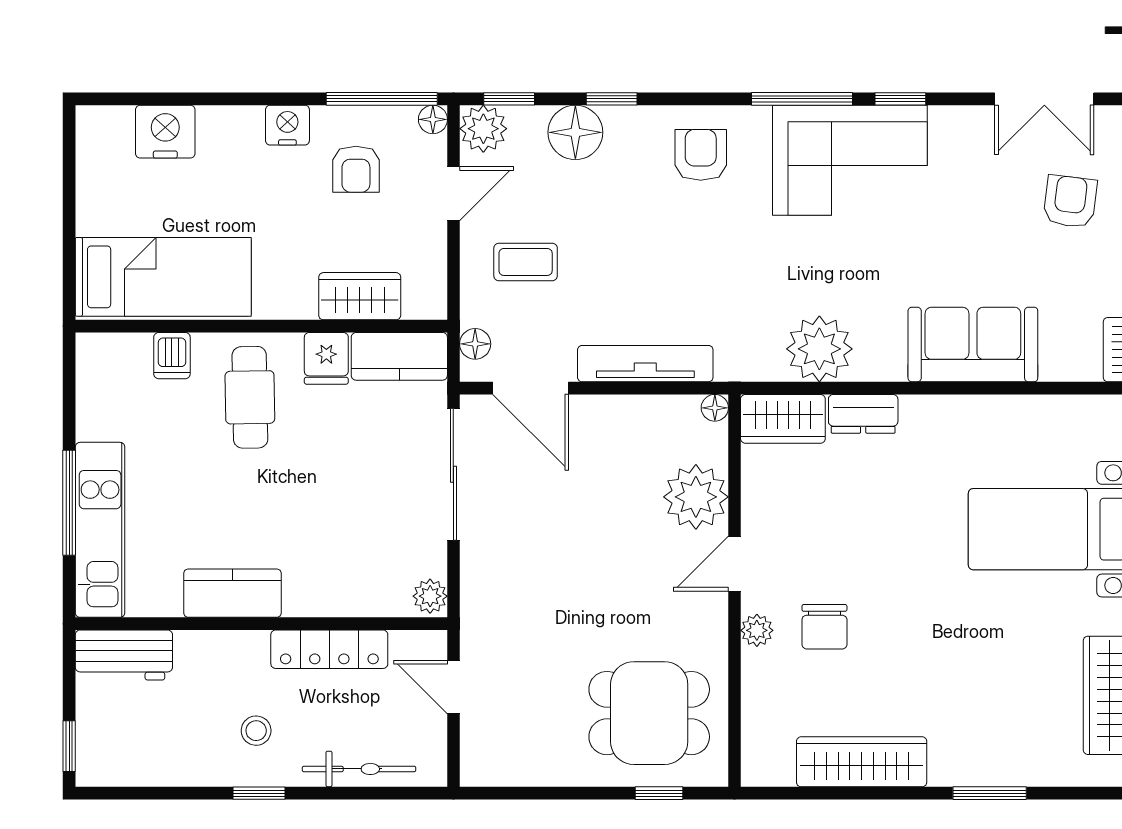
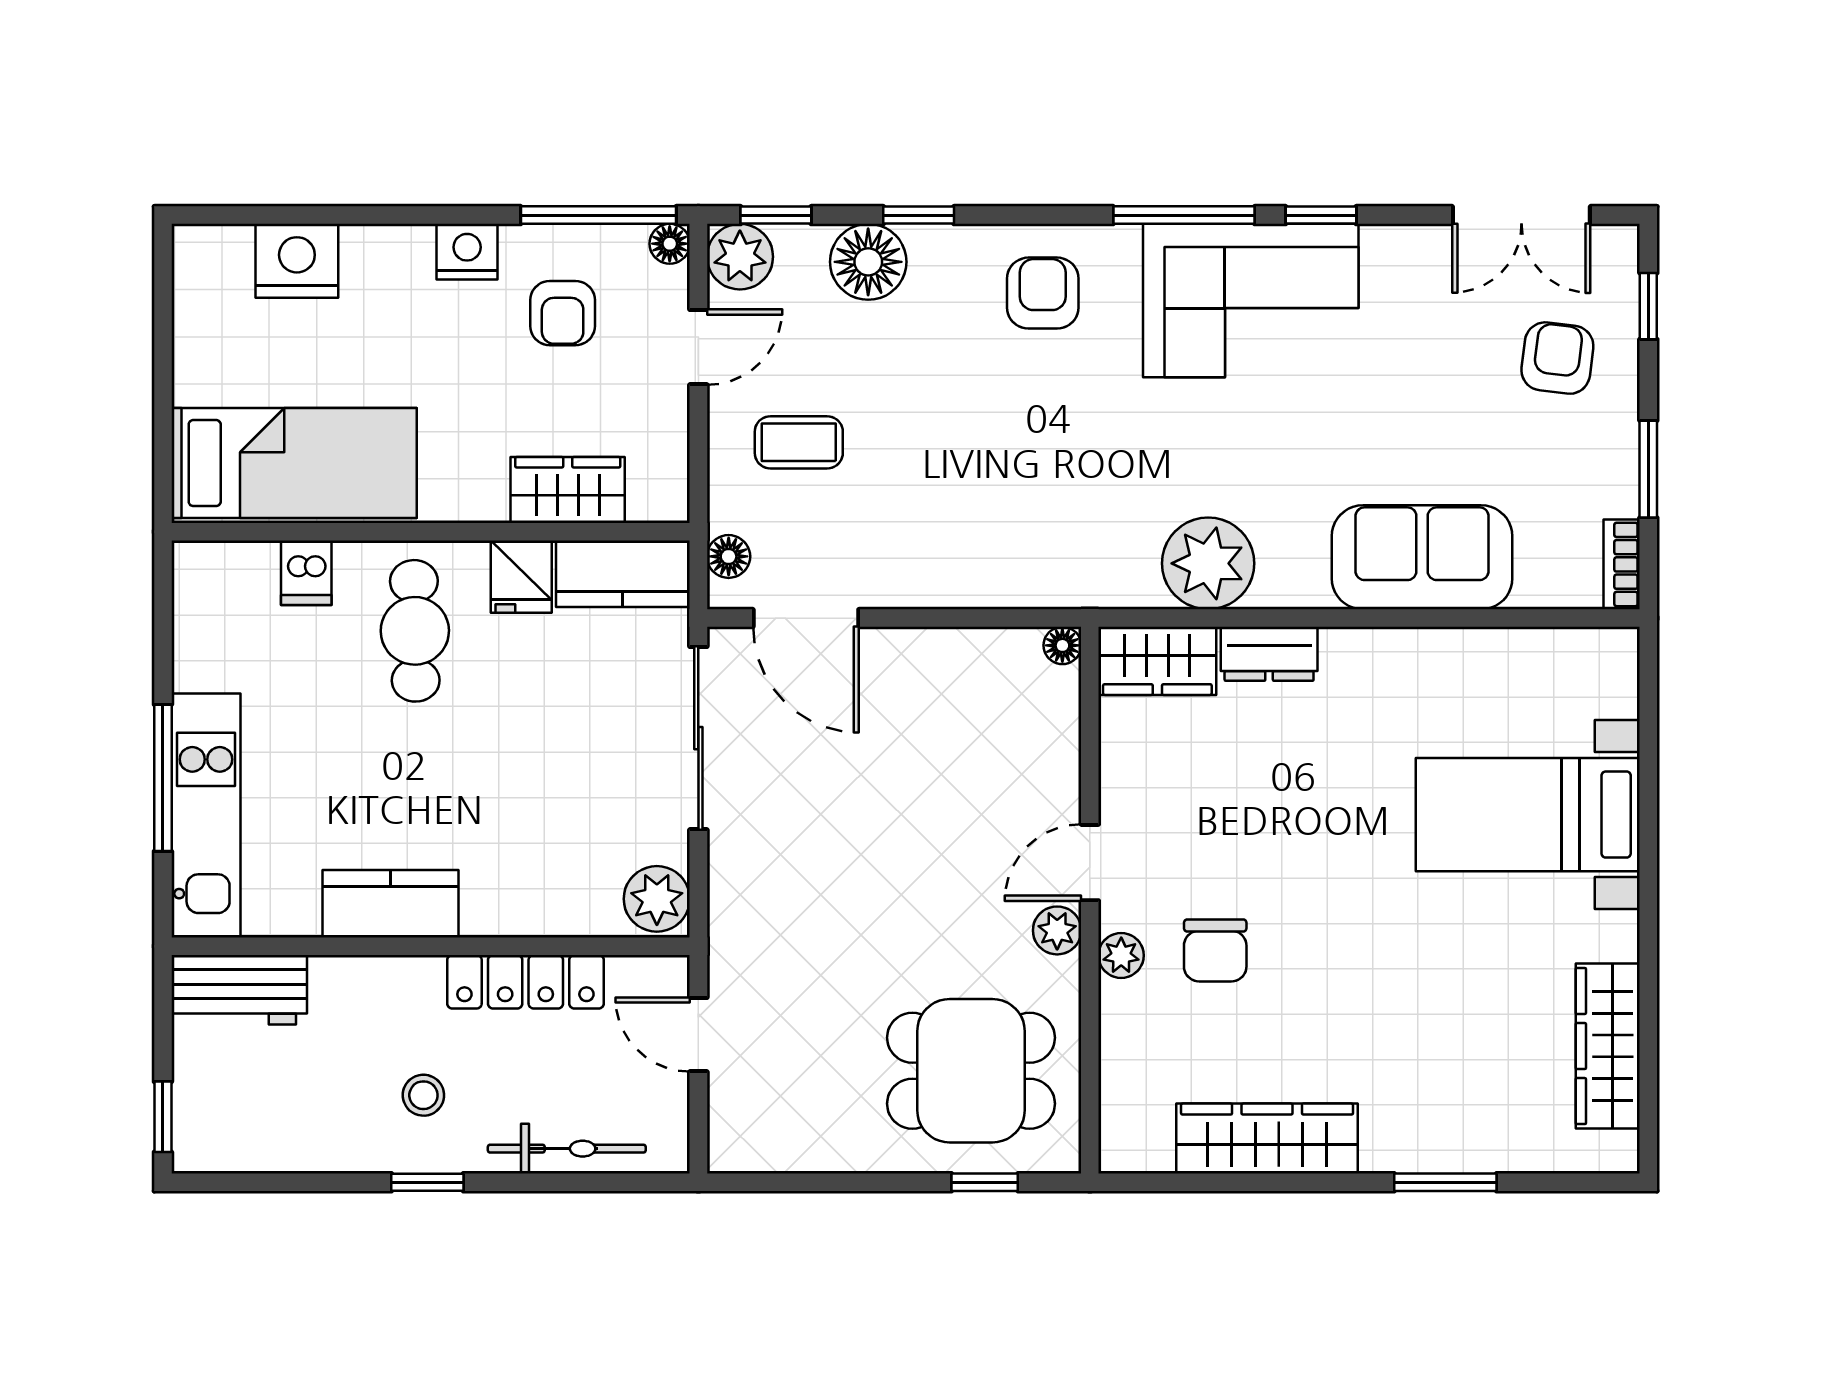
tv unit: (645, 364) -> (966, 584), removed
plant: (696, 497) -> (1057, 930), moved, width x0.53, depth x0.53
plant: (430, 596) -> (657, 899), width x1.38, depth x1.38

